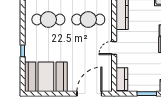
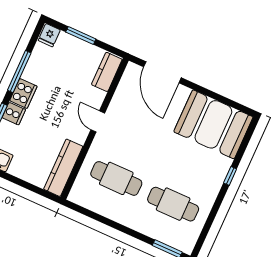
door: (114, 48) -> (98, 121), swing flipped
door: (89, 94) -> (162, 72), hinge flipped

